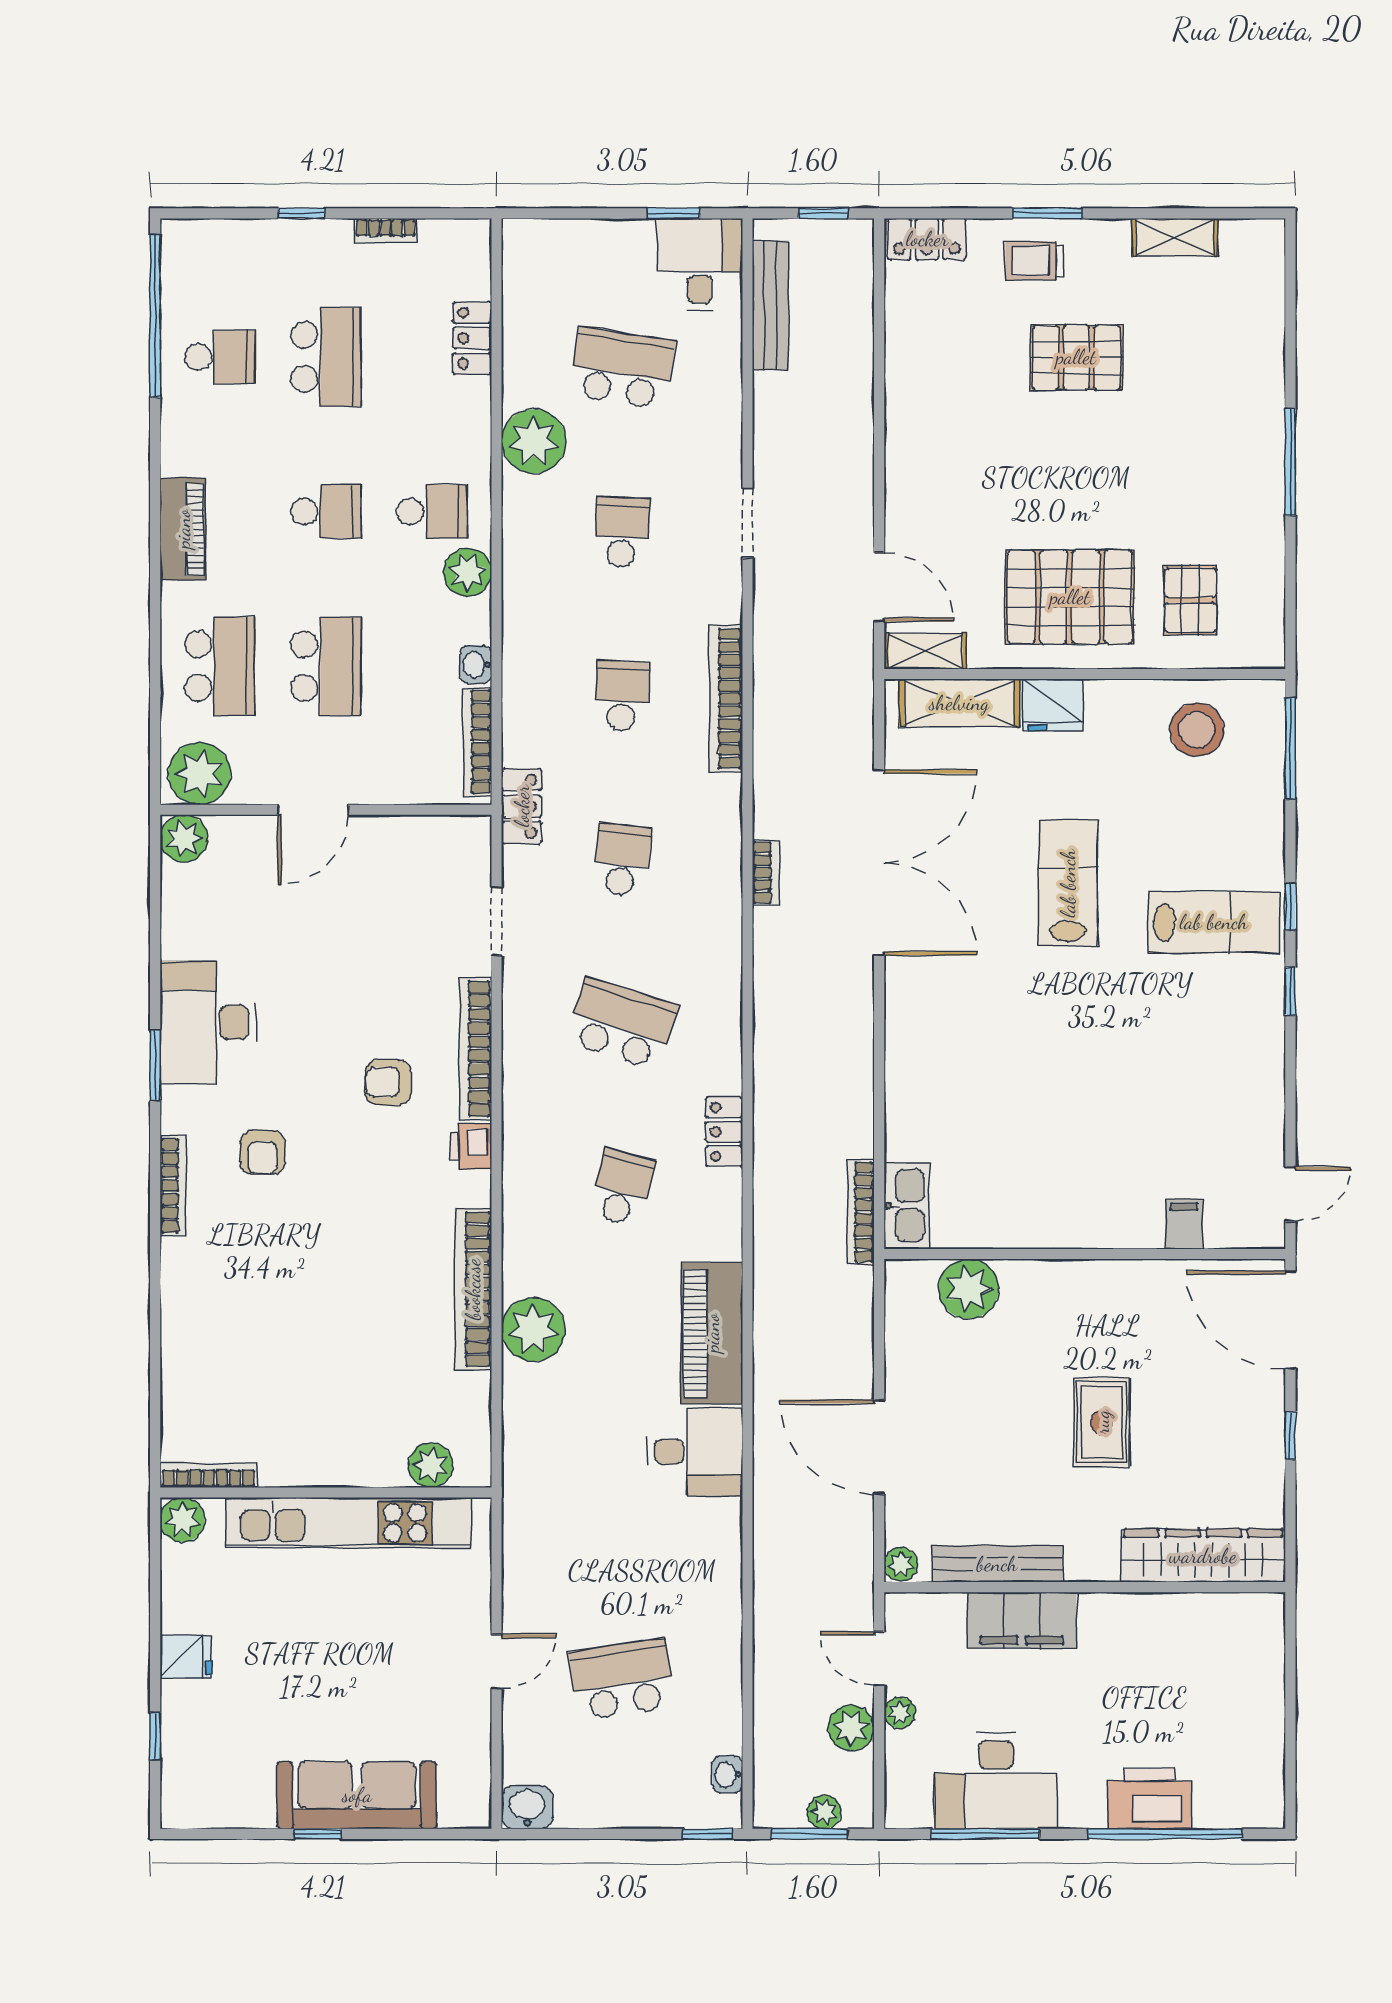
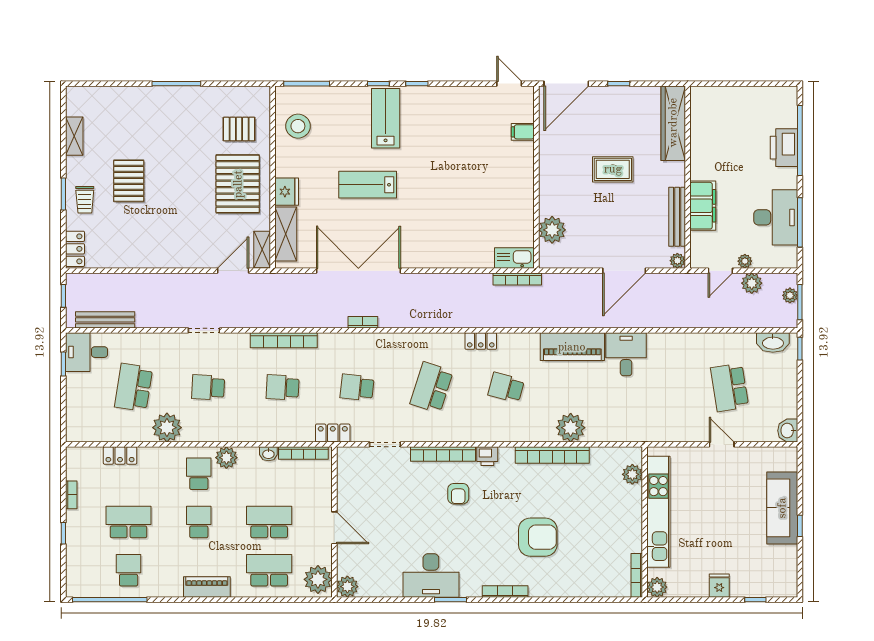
armchair: (263, 1152) -> (538, 537), moved, width x1.88, depth x1.88
washbasin: (727, 1775) -> (773, 343), width x1.91, depth x1.45

